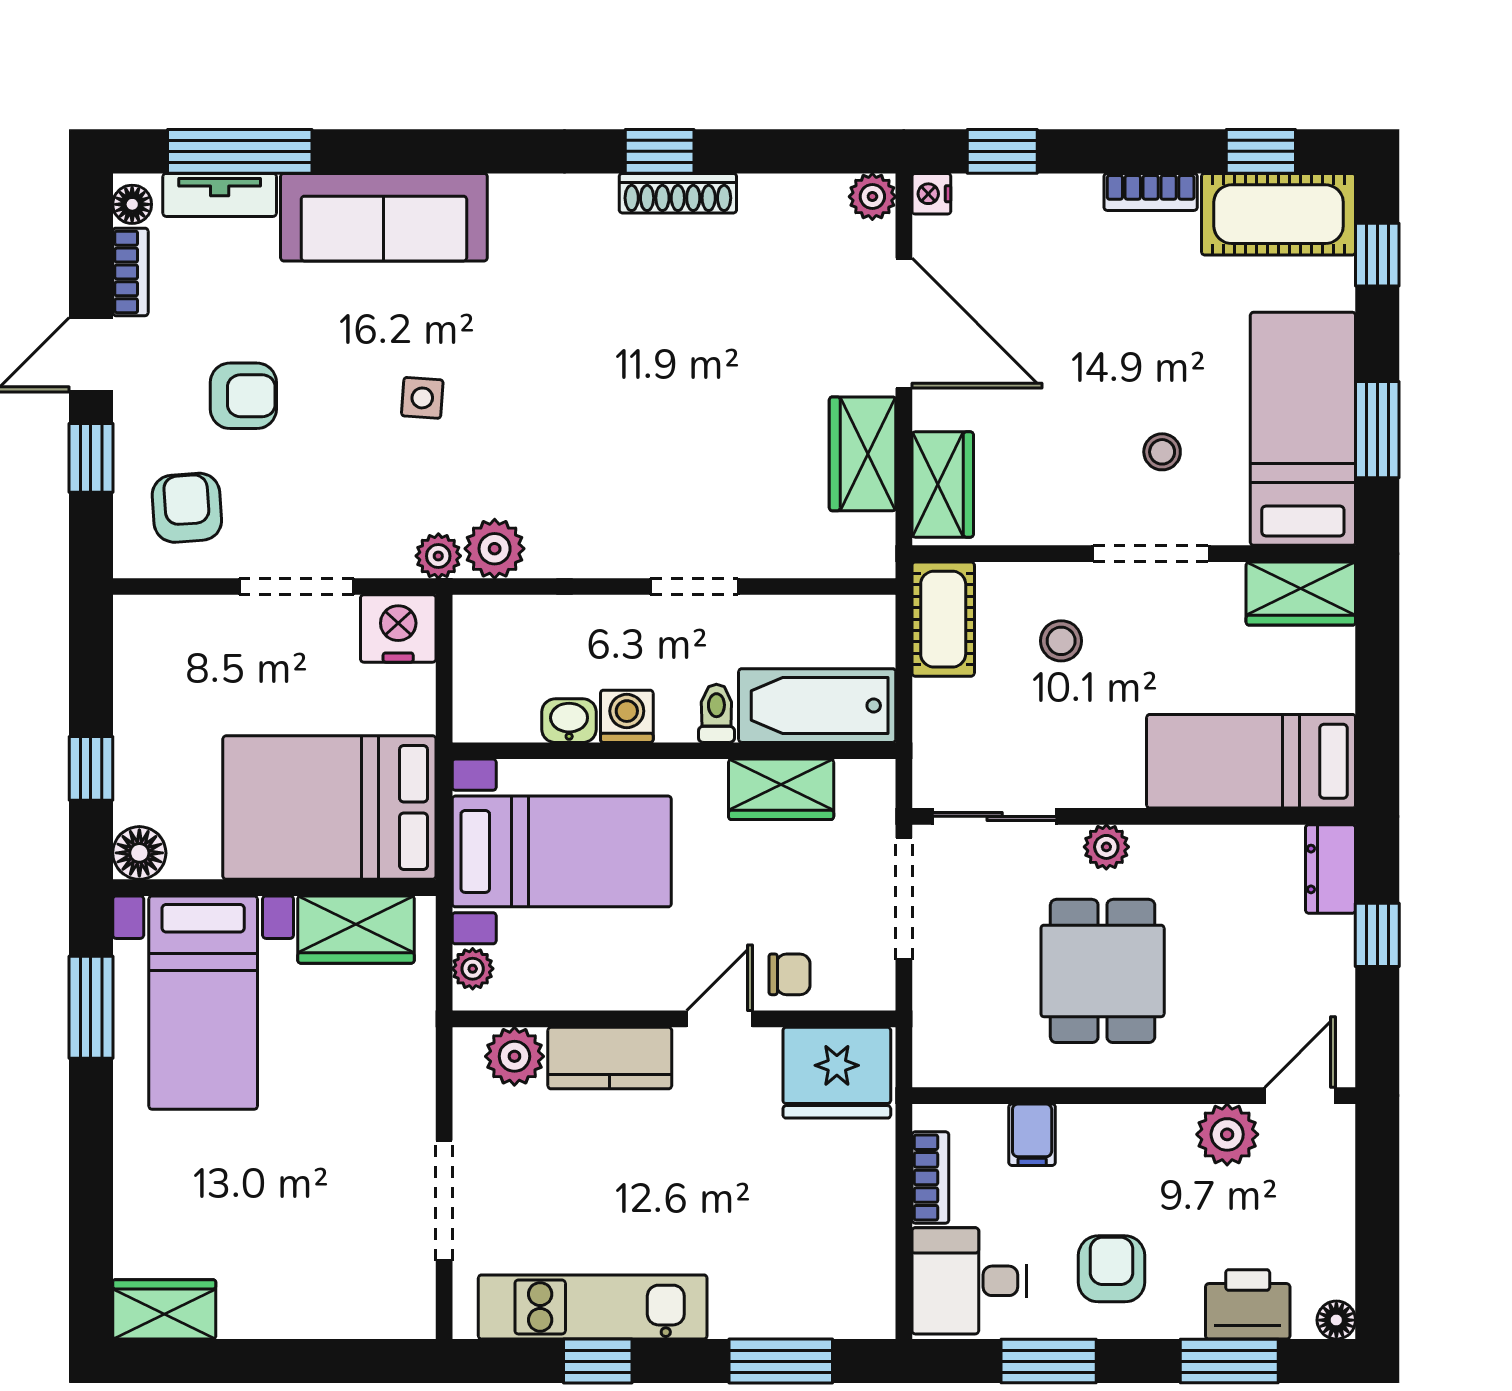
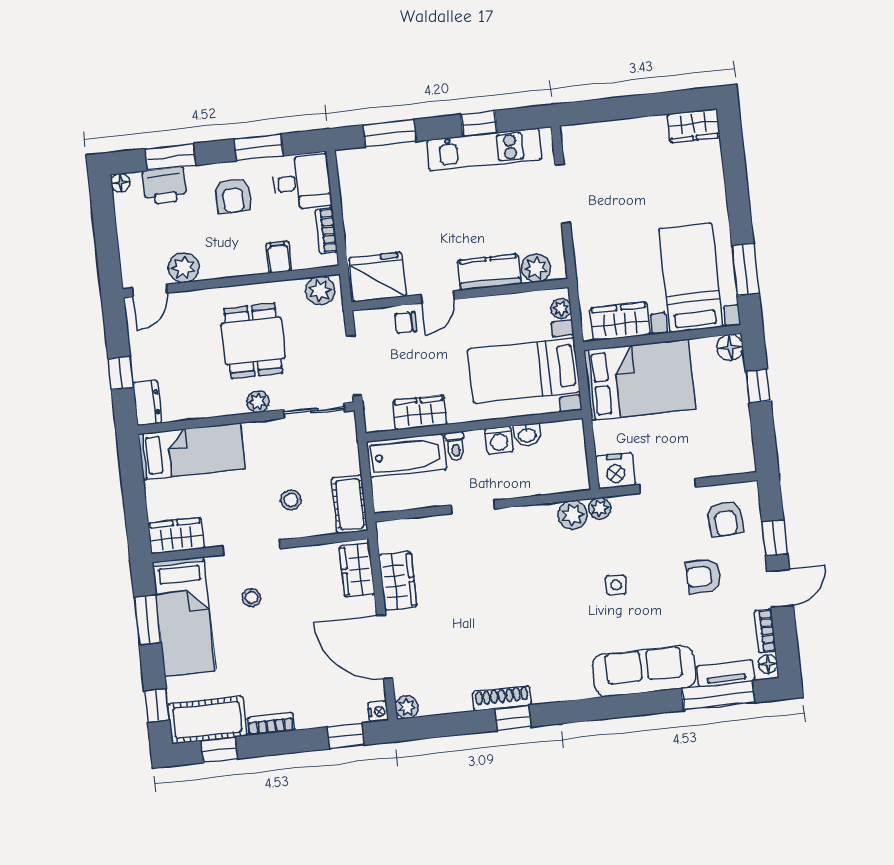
plant: (956, 1058) -> (320, 290), added

